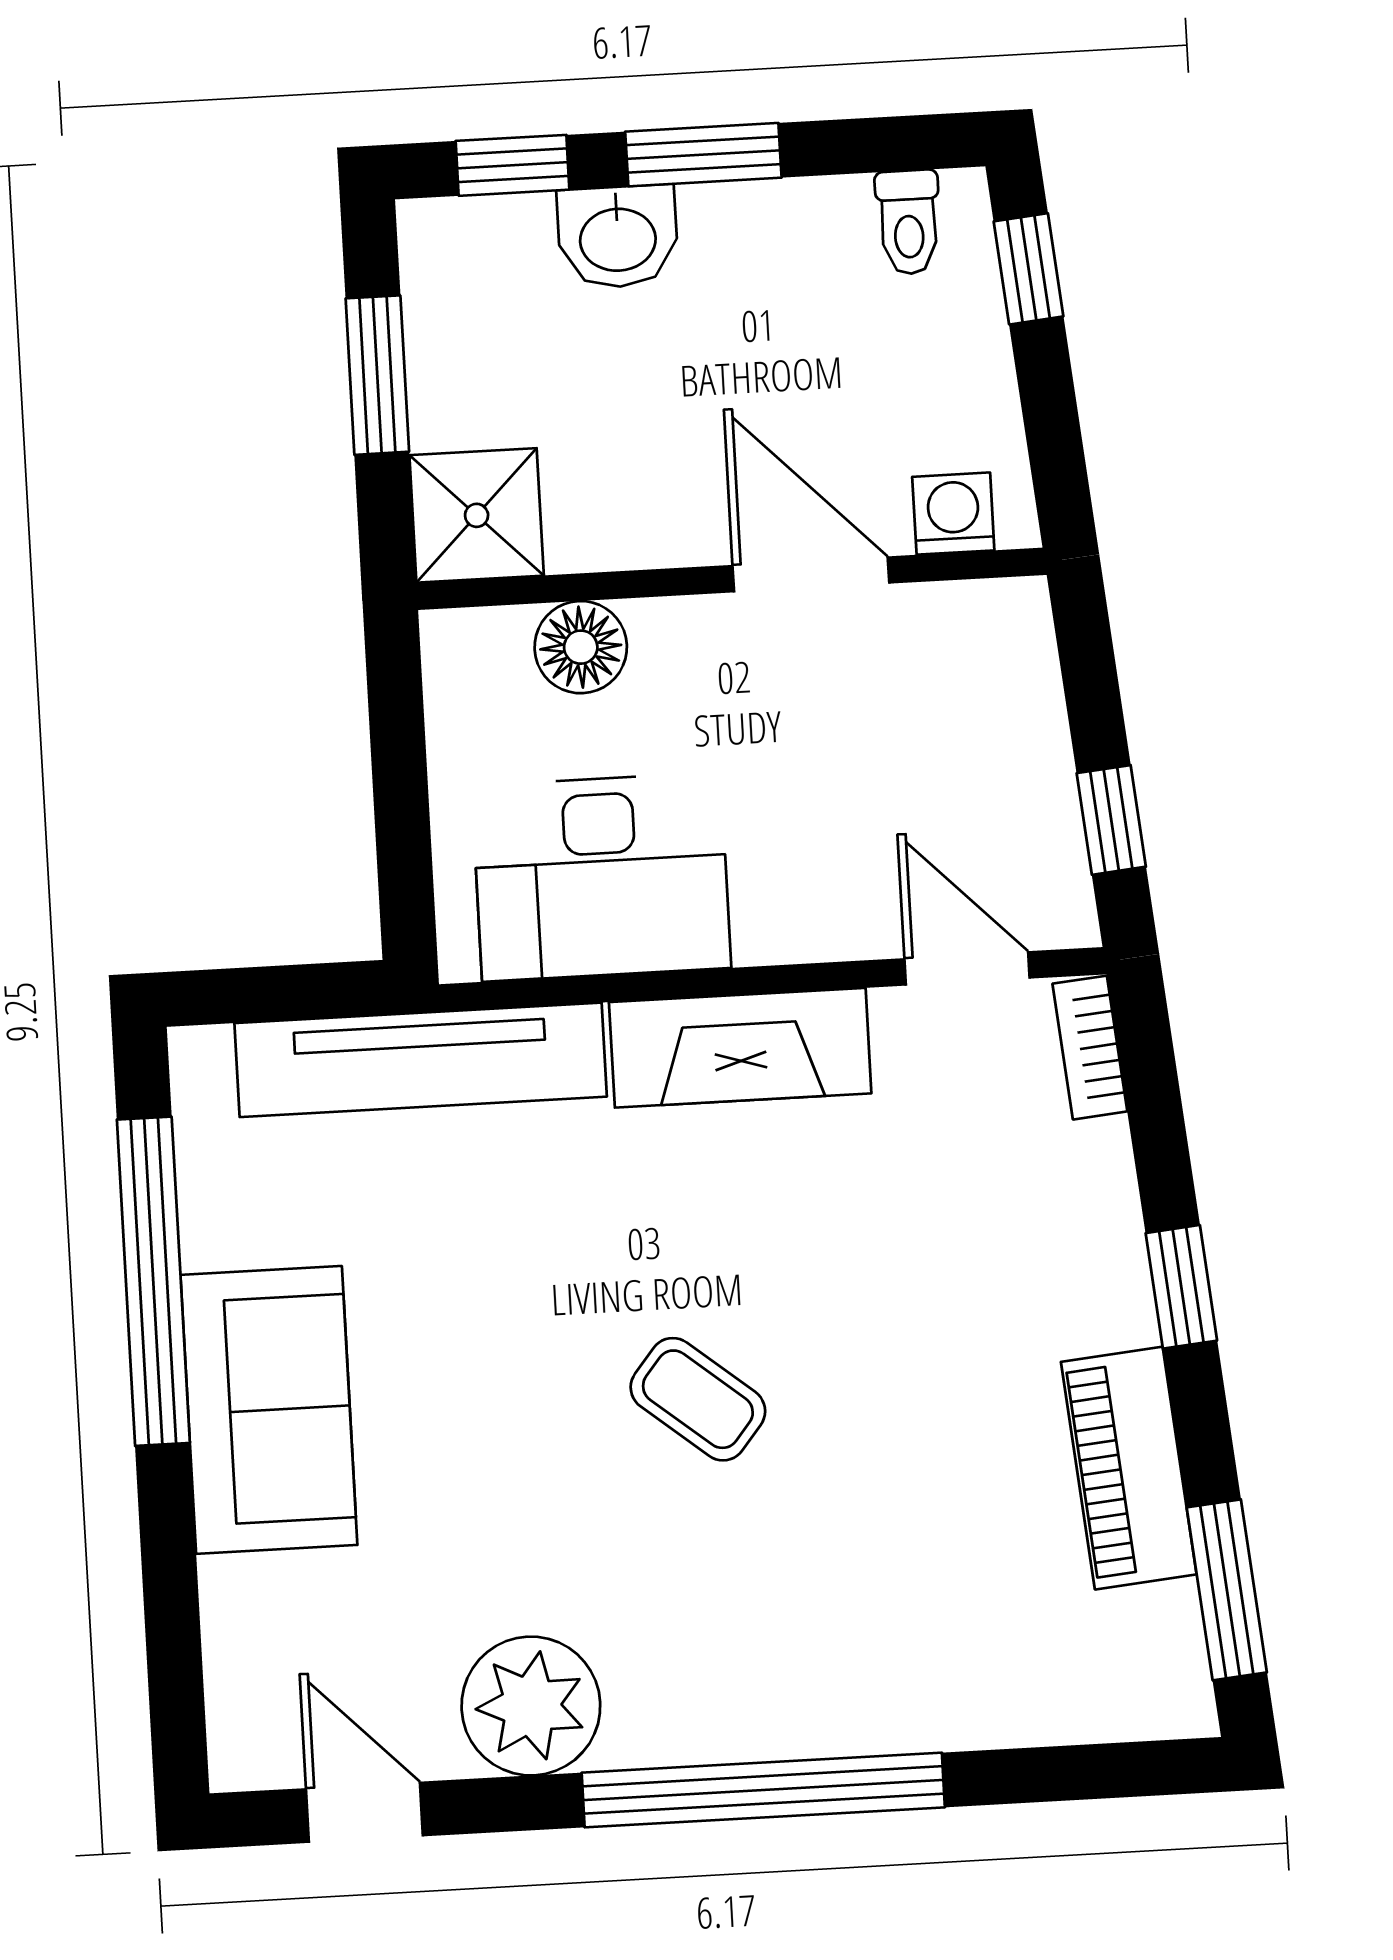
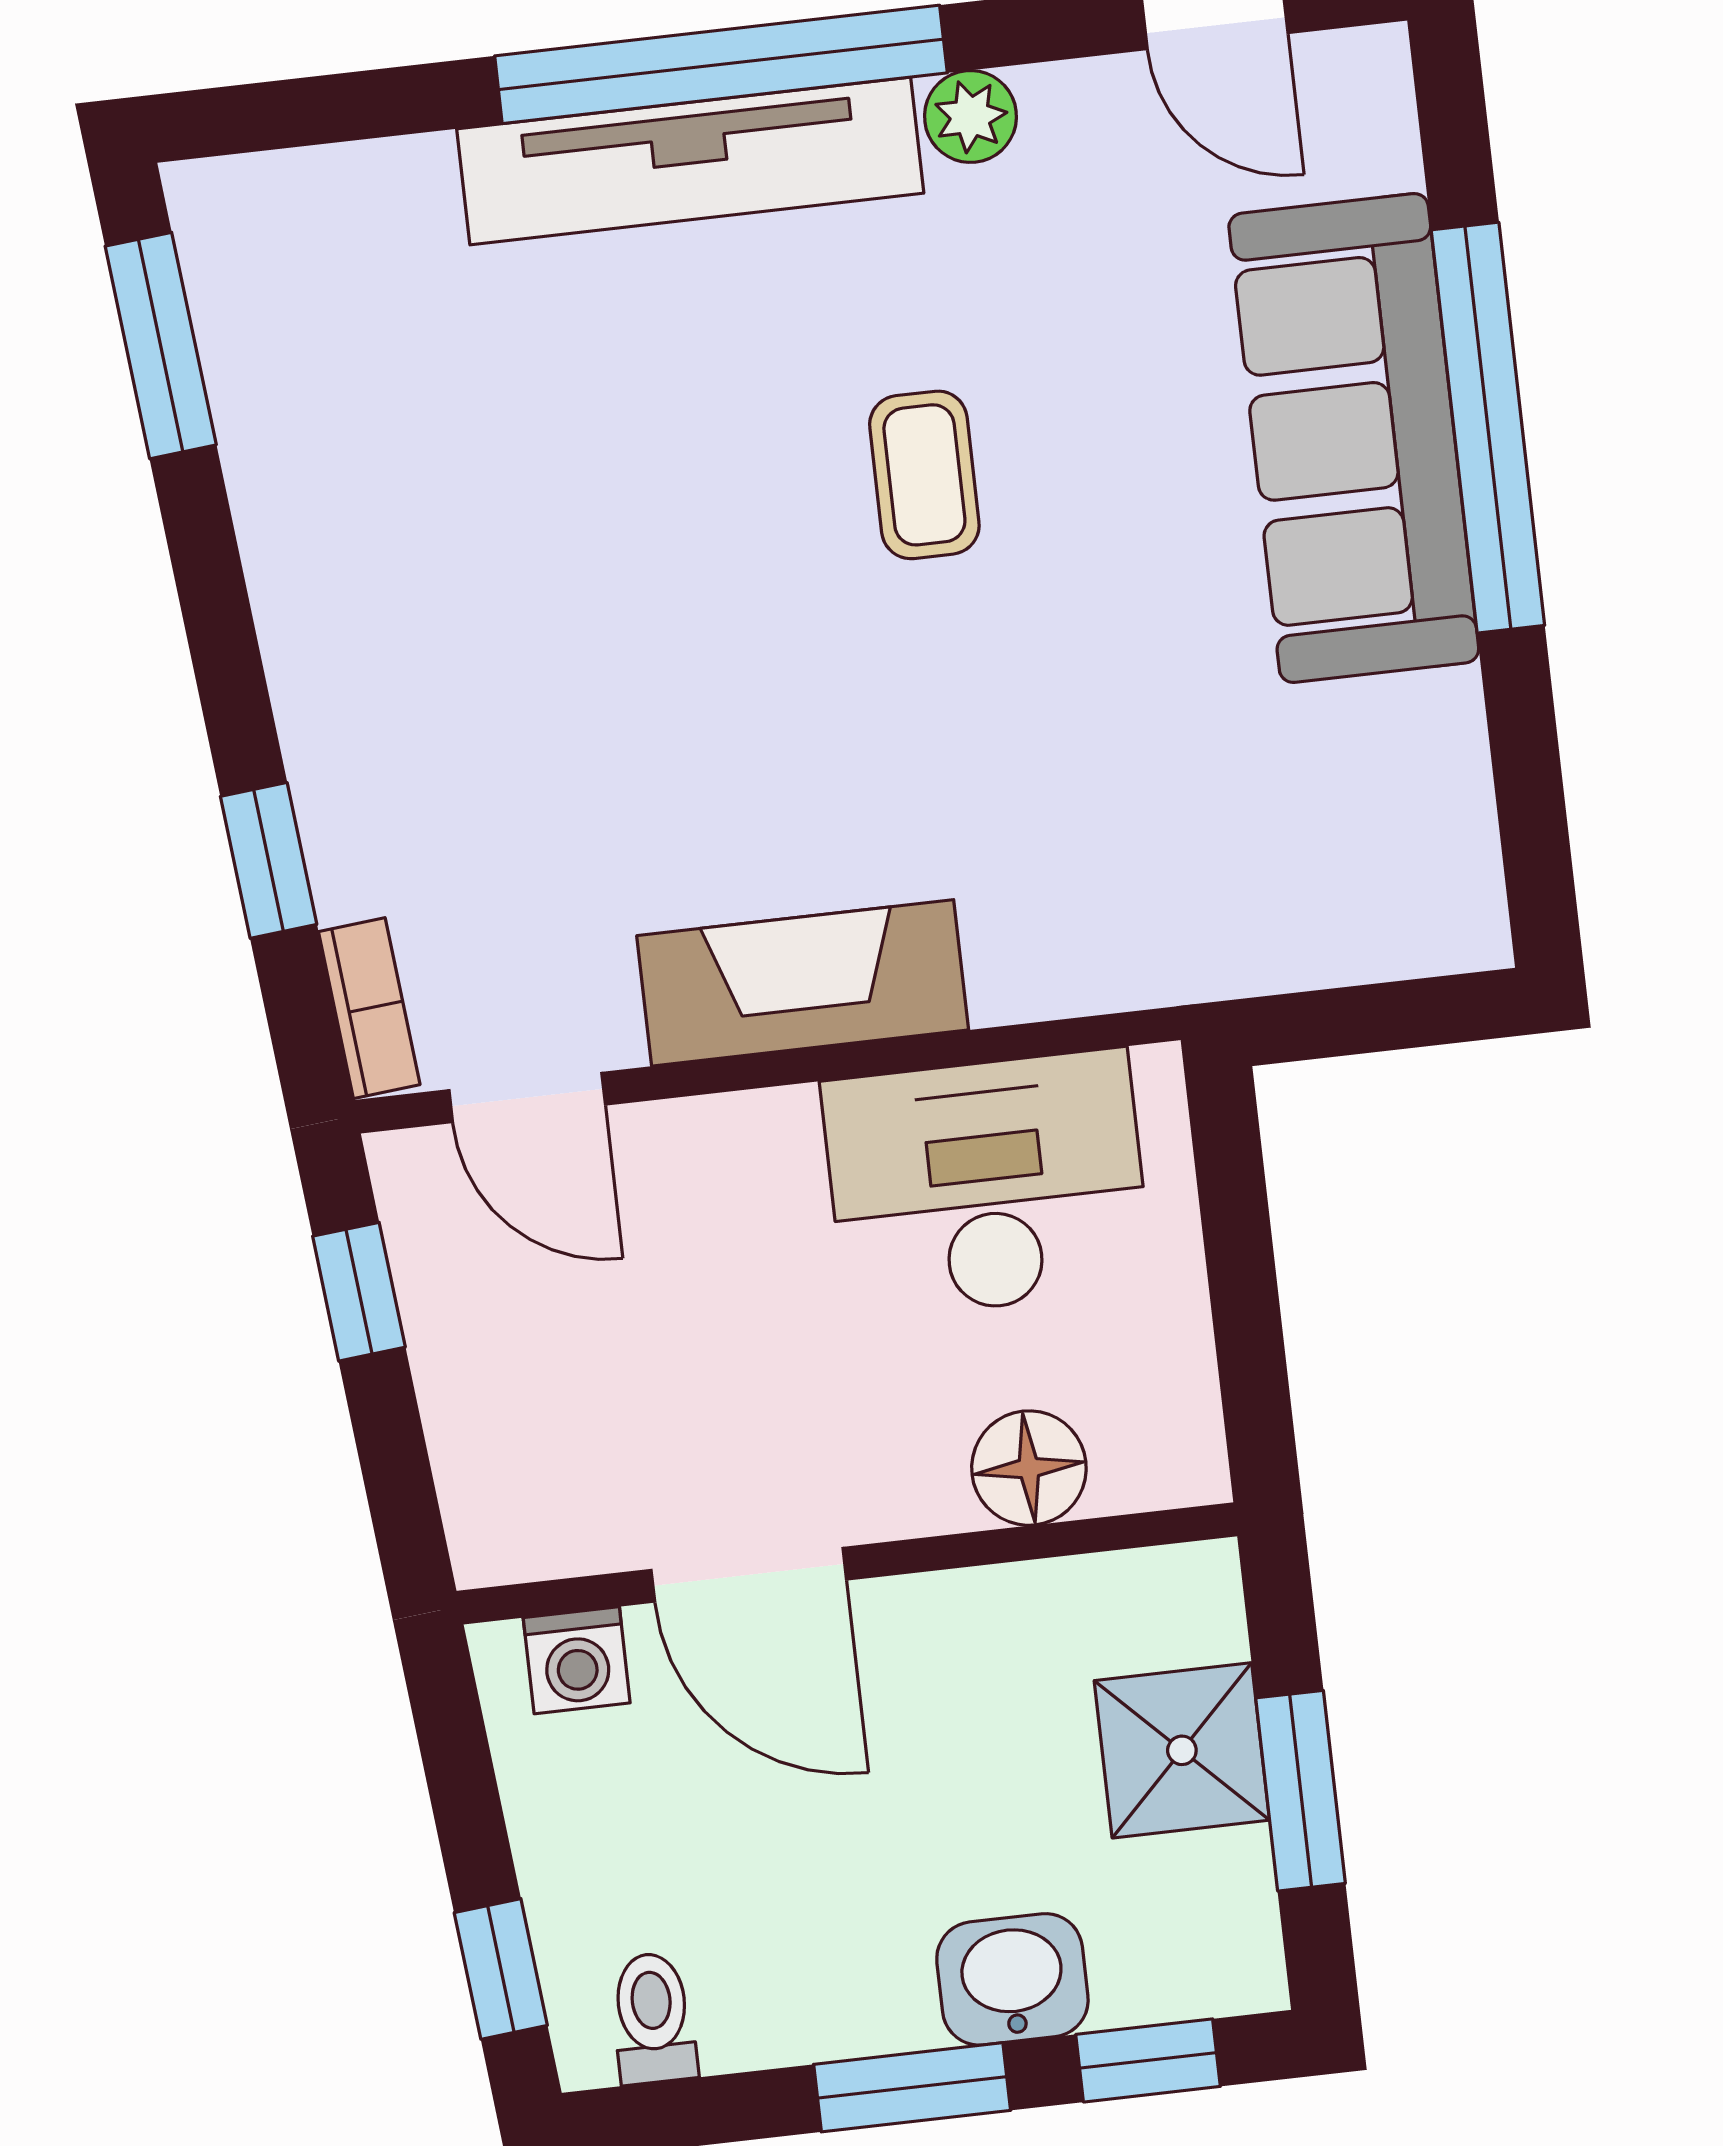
shower: (477, 515) -> (1182, 1750), moved
tv unit: (421, 1060) -> (690, 161), moved, turned 180
window: (153, 1281) -> (1488, 428), moved
window: (1181, 1287) -> (269, 860), moved
coffee table: (698, 1399) -> (924, 475), moved, turned 51
sofa: (269, 1410) -> (1354, 438), width x1.36
piano: (1129, 1468) -> (291, 489), removed
plant: (531, 1706) -> (970, 116), width x0.53, depth x0.53

